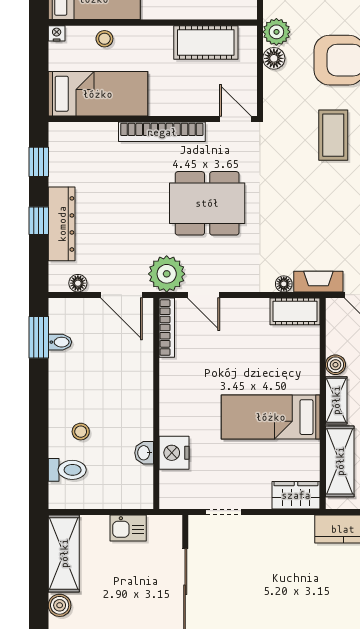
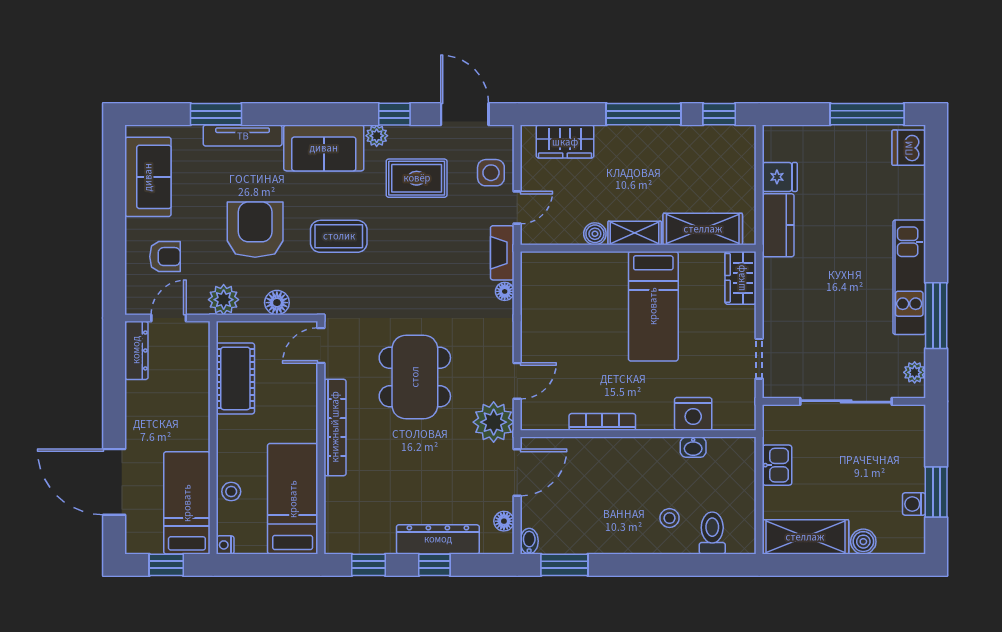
floor lamp: (274, 58) -> (277, 303), moved
cot: (295, 311) -> (535, 279), removed
bookcase: (167, 328) -> (602, 422), moved
bidet: (60, 342) -> (529, 541), moved

